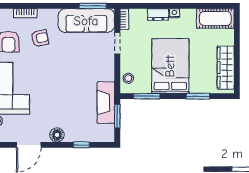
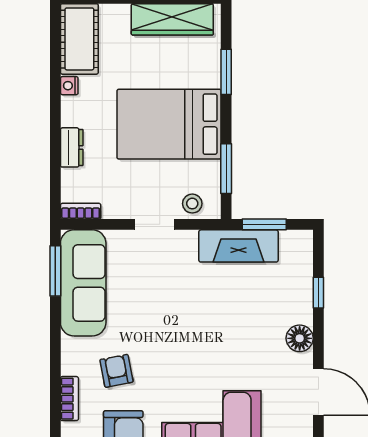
nightstand: (174, 13) -> (69, 86), moved
doorway: (117, 43) -> (154, 224), moved

